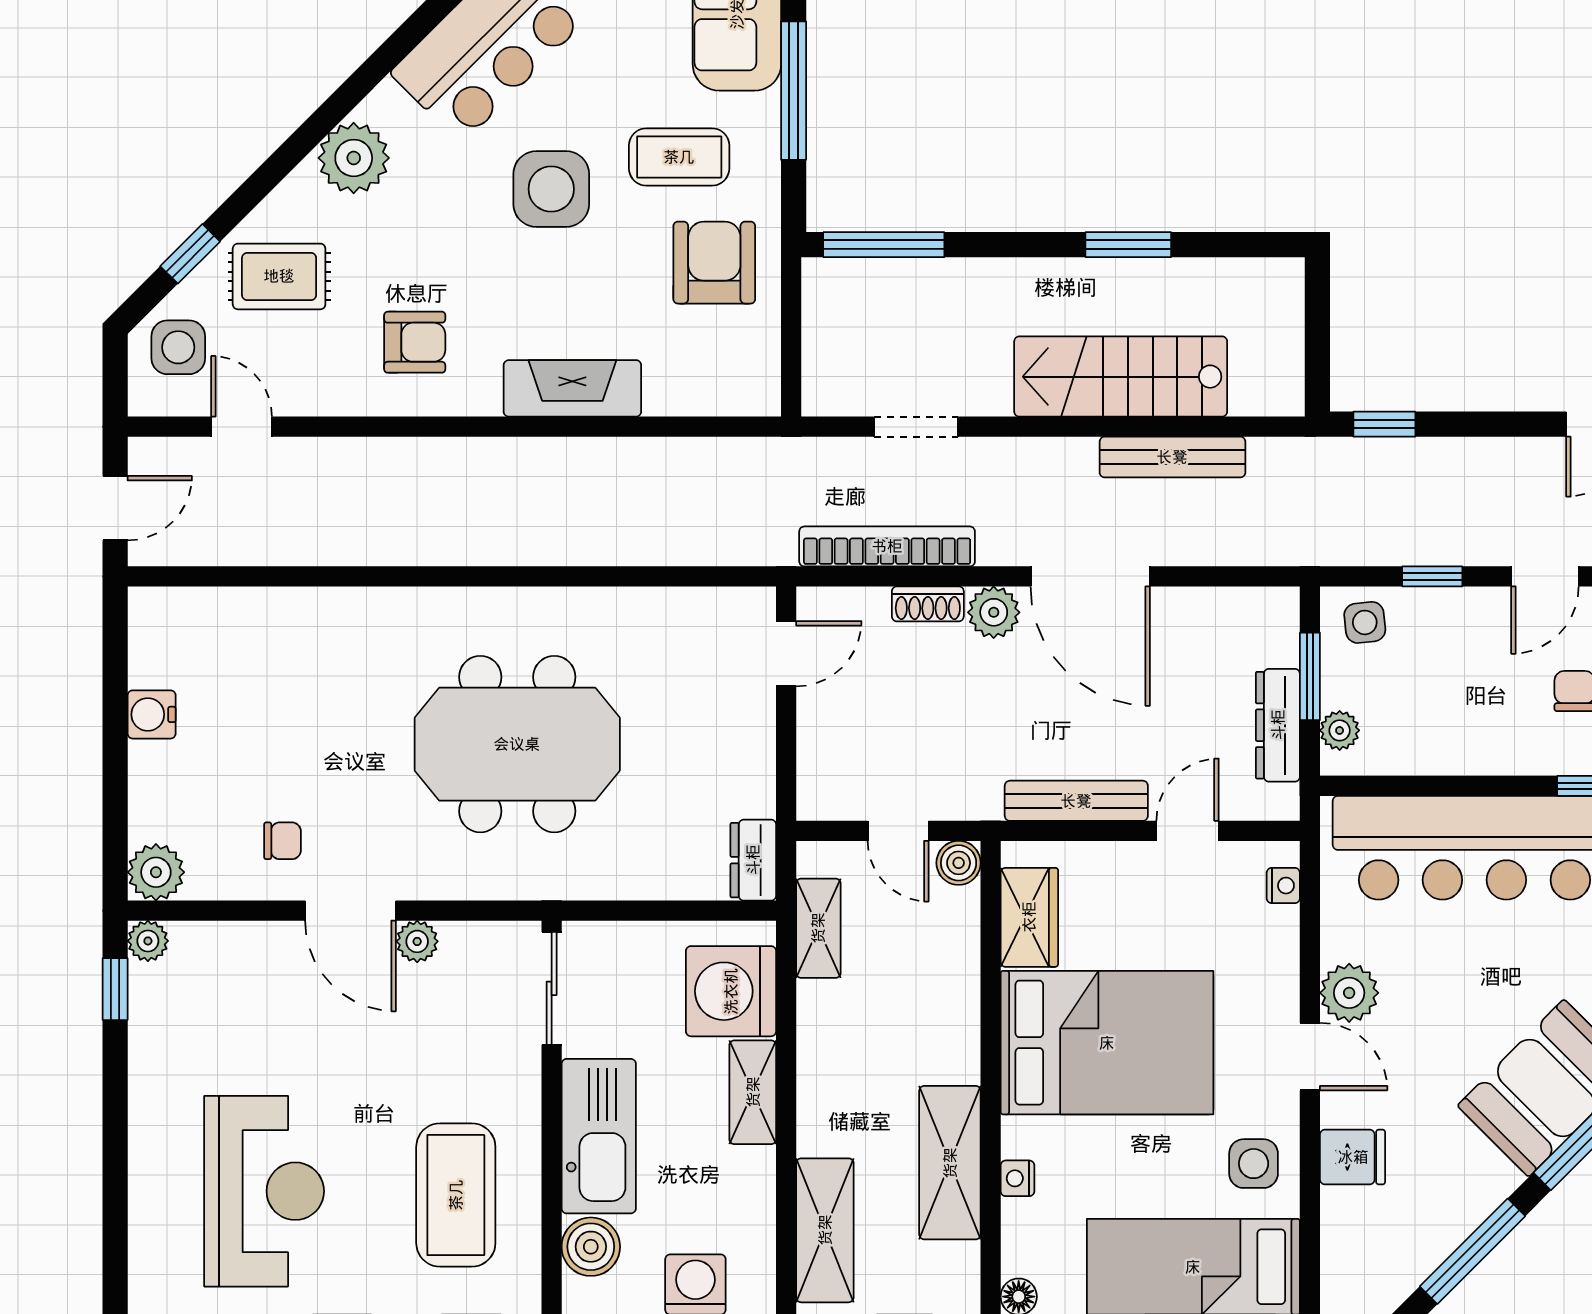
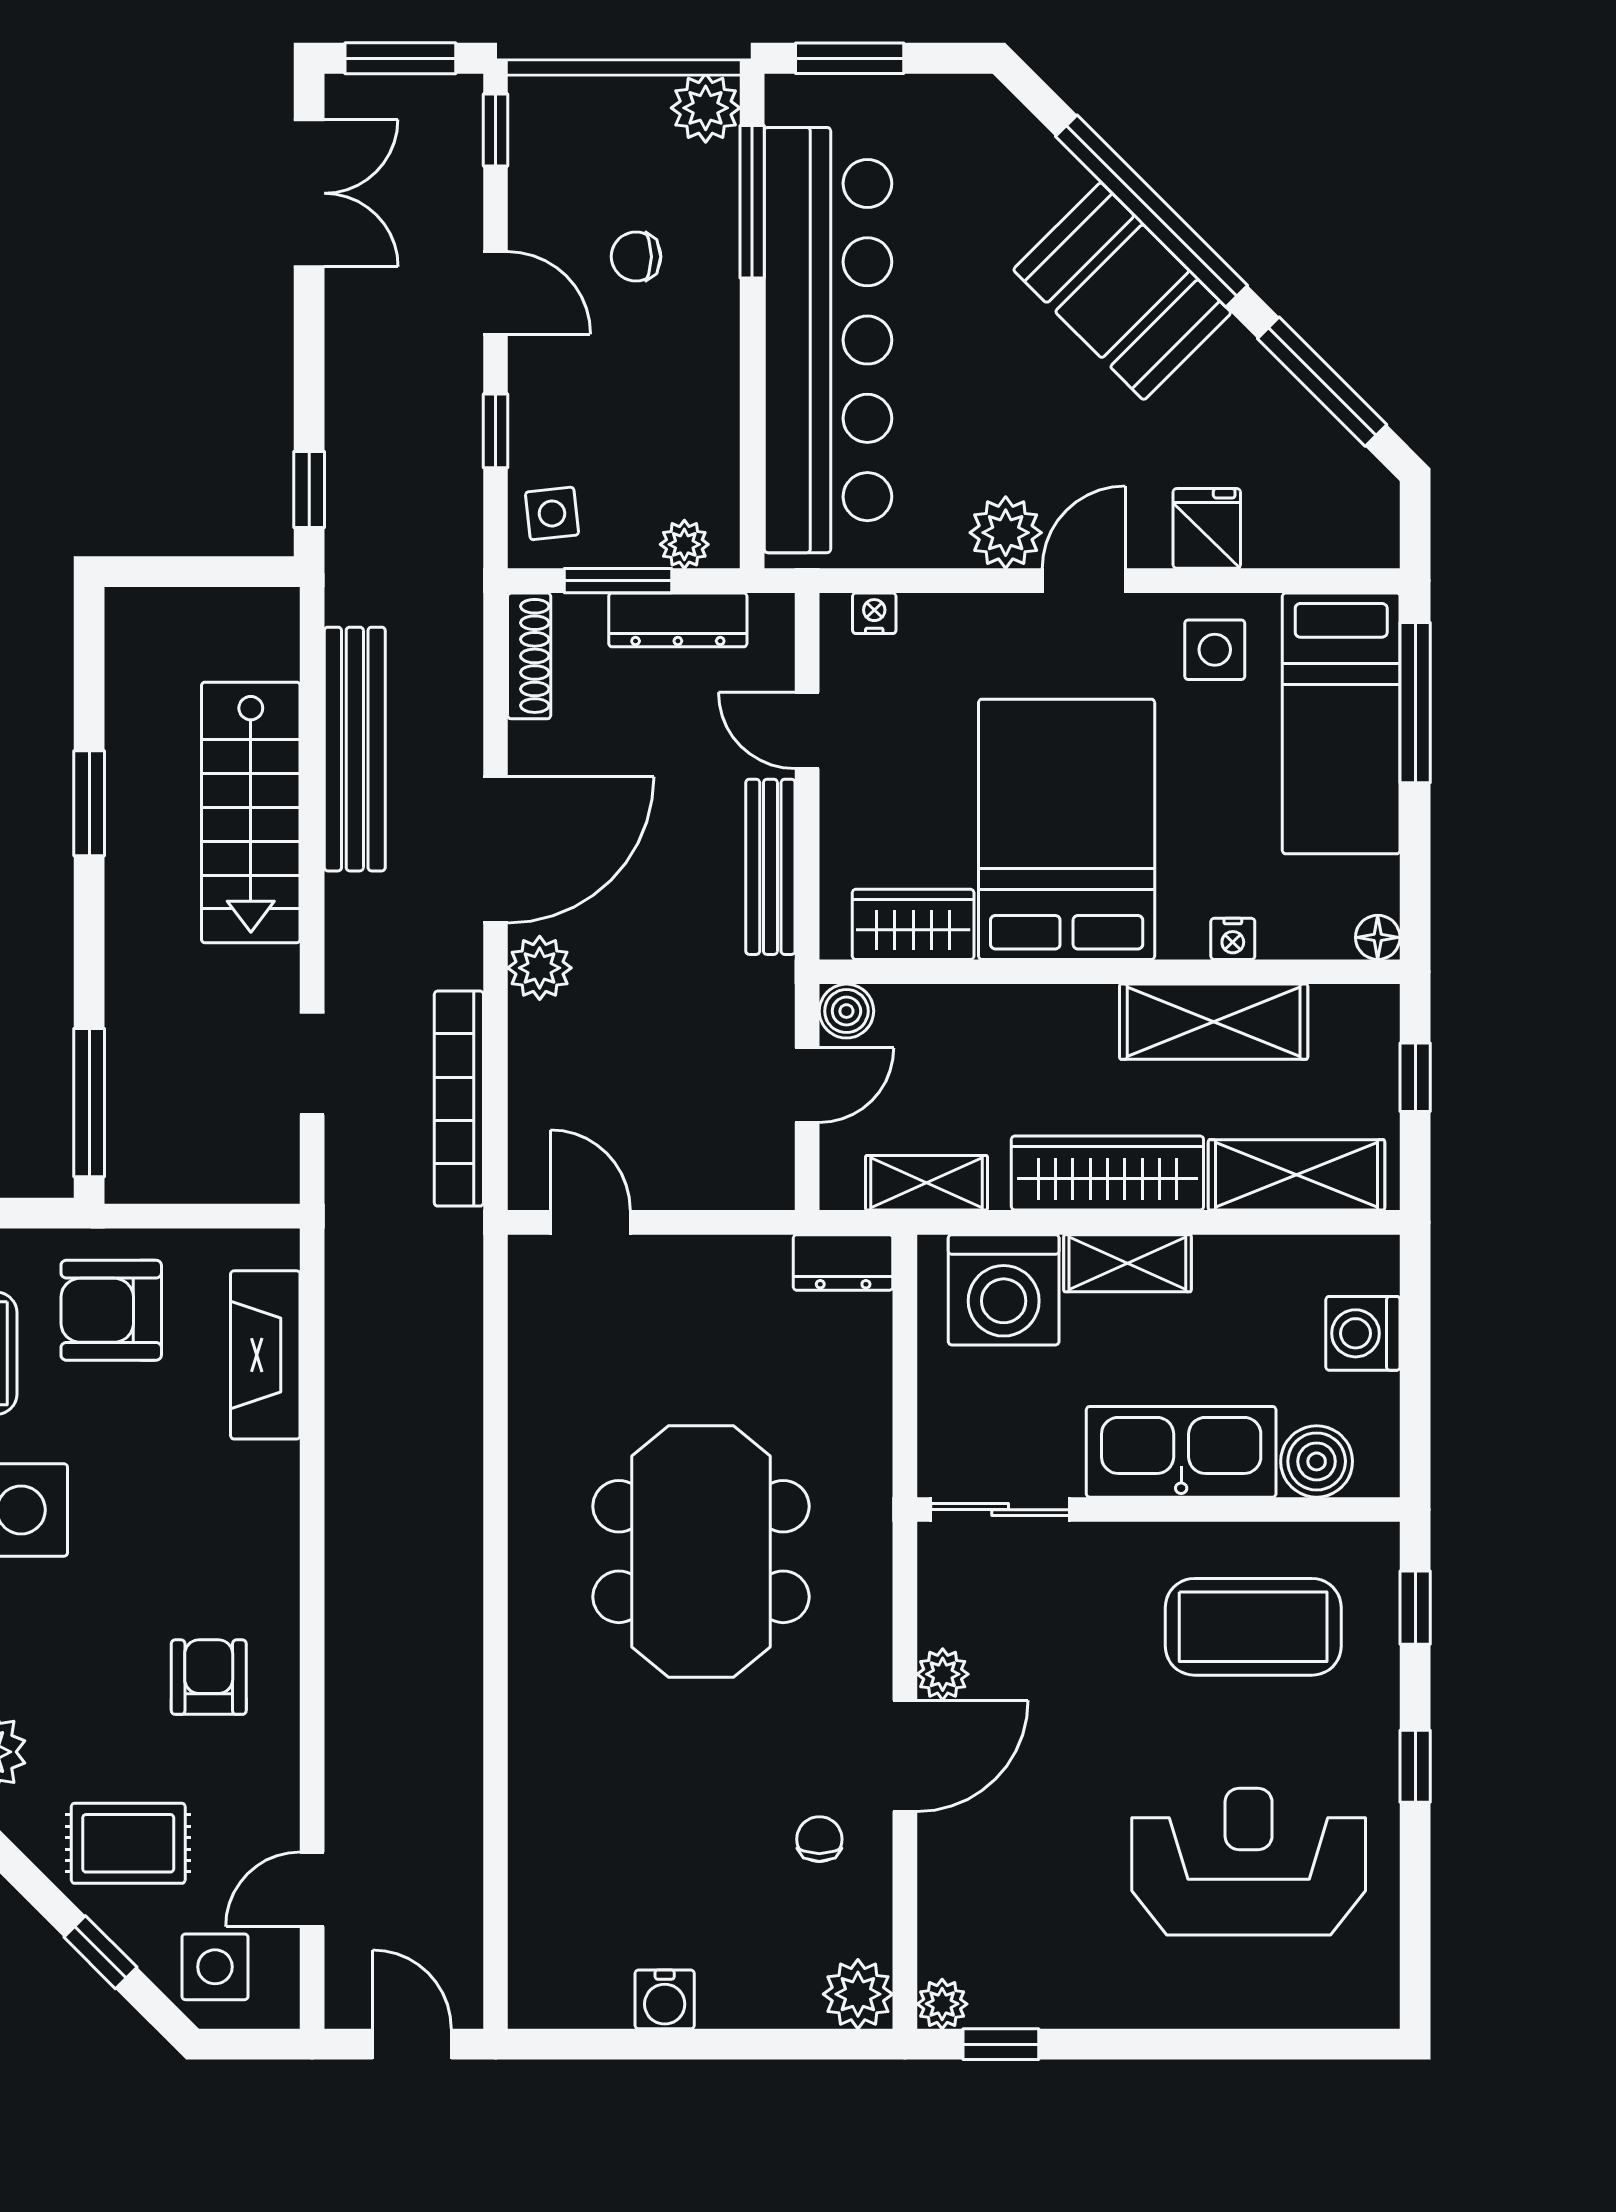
rug: (279, 276) -> (128, 1843), turned 90
fireplace: (572, 388) -> (265, 1355), moved
bench: (1172, 457) -> (355, 749), width x1.37, depth x1.21
shoe rack: (928, 604) -> (529, 656), moved, width x1.43
wardrobe: (826, 1076) -> (1107, 1173), added

